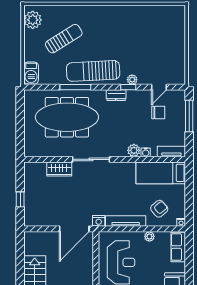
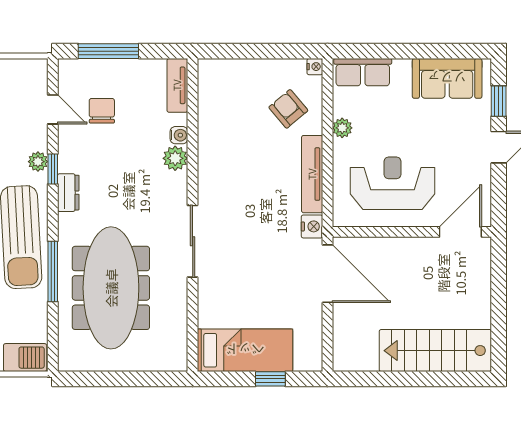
wardrobe: (59, 169) -> (211, 303), removed
bed: (161, 173) -> (245, 350), moved, turned -90

